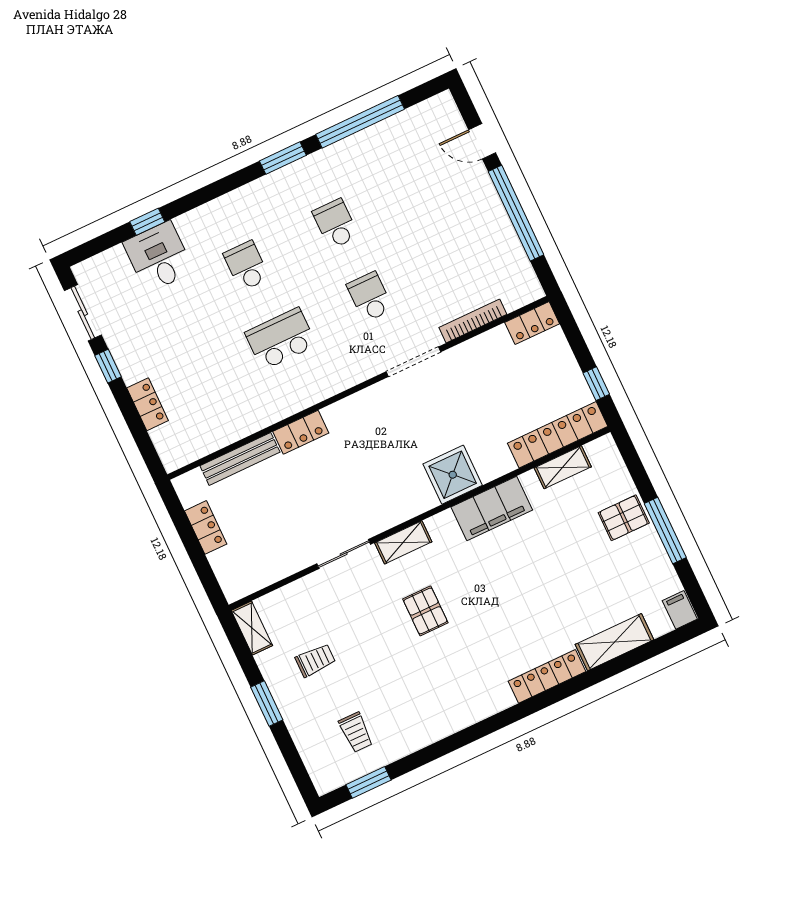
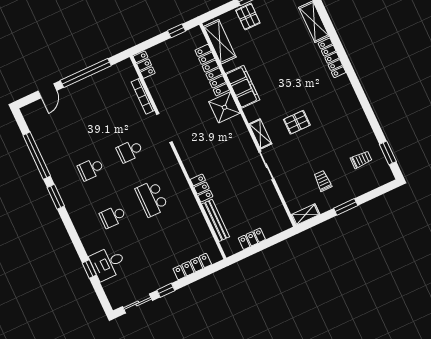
locker: (148, 404) -> (192, 267), width x1.53
locker: (558, 435) -> (212, 70), moved
shelving: (563, 467) -> (220, 42), width x1.50, depth x1.33

